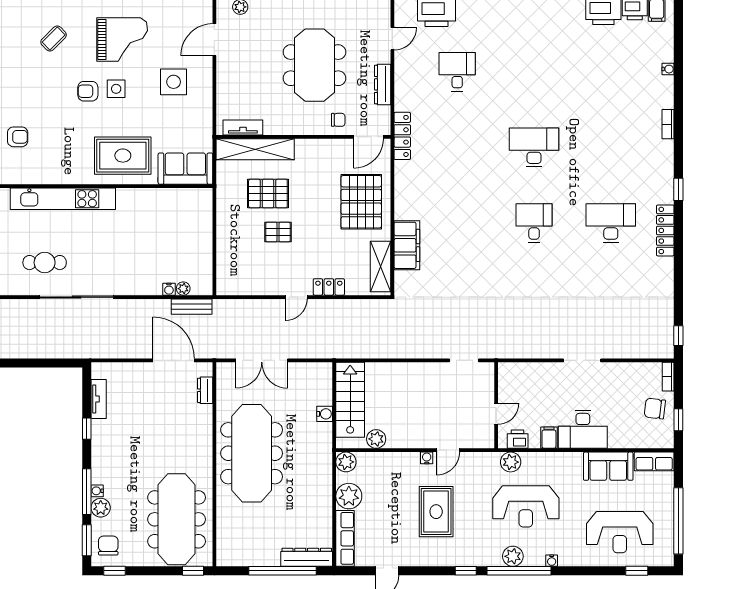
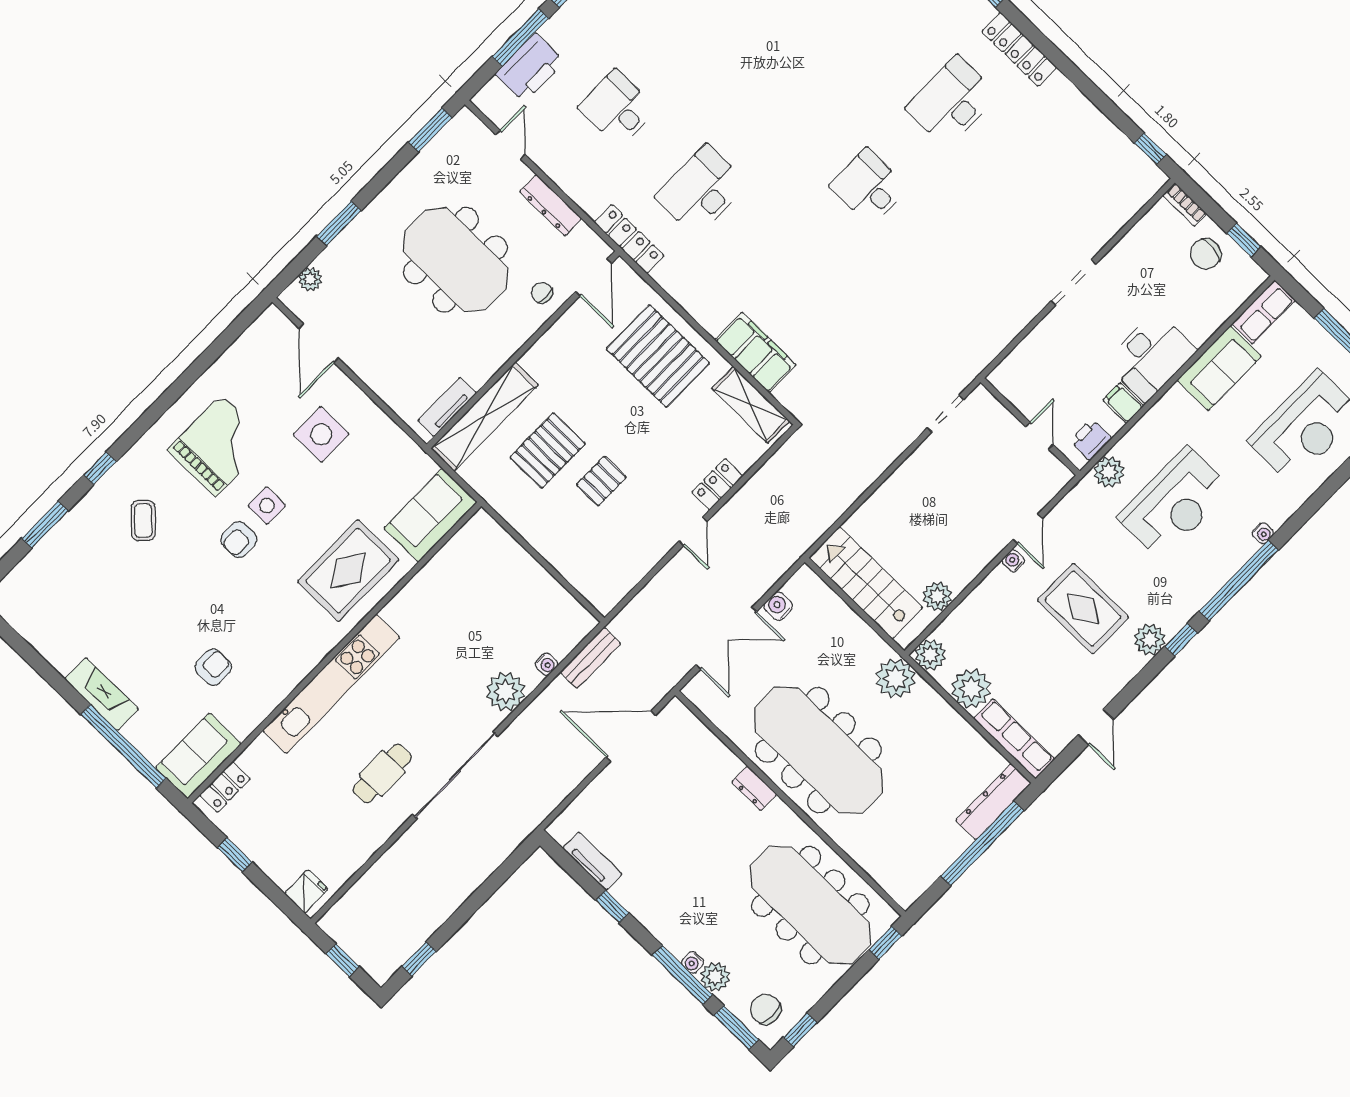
chair: (338, 120) -> (542, 293), turned -90
desk: (534, 147) -> (701, 190), moved
plant: (183, 289) -> (506, 691), moved, width x1.87, depth x1.87
dresser: (205, 390) -> (754, 788), moved
water cooler: (325, 414) -> (778, 606), moved, turned -90
plant: (319, 457) -> (896, 678), added
plant: (513, 556) -> (1150, 639), moved

